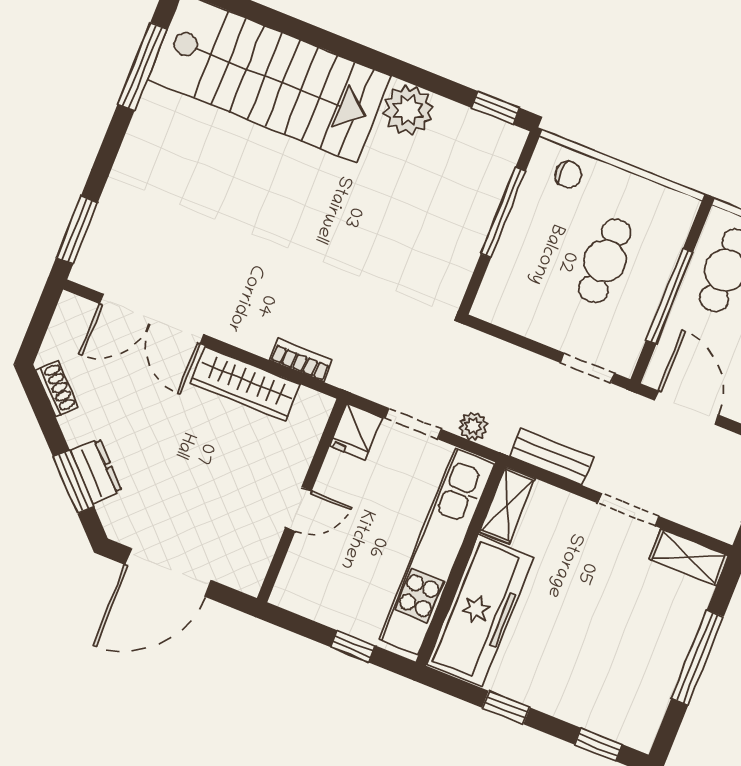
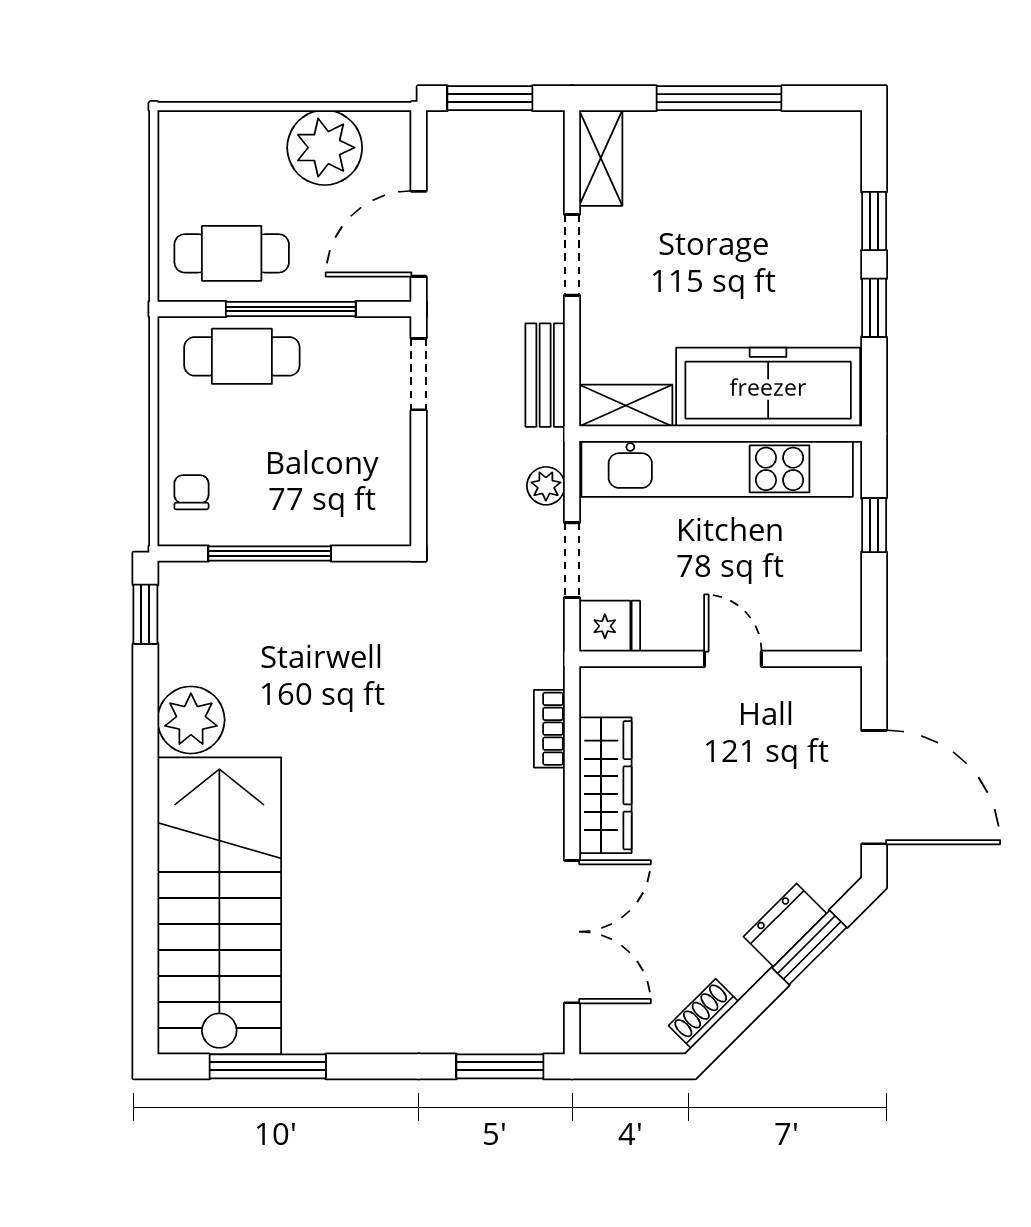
cafe table: (605, 261) -> (242, 356), moved
window: (598, 744) -> (874, 221), moved

